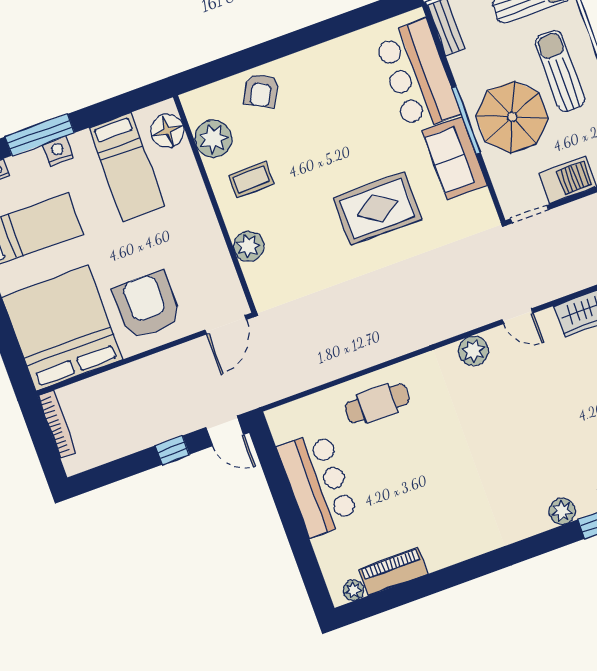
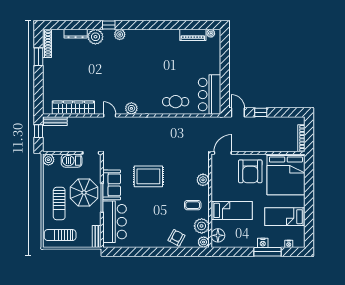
plant: (195, 103) -> (204, 242), added
bed: (127, 167) -> (232, 210), moved, turned 90
bar counter: (318, 484) -> (210, 95), moved

